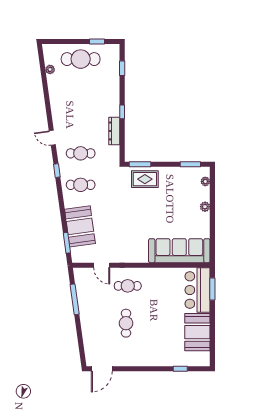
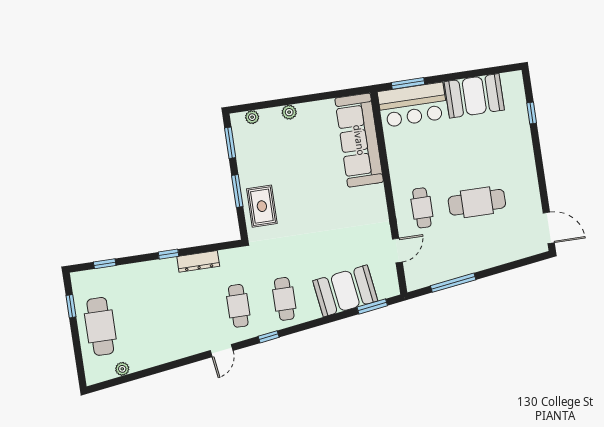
window: (140, 164) -> (237, 191), moved
cafe table: (126, 323) -> (477, 202), width x1.37, depth x1.35

